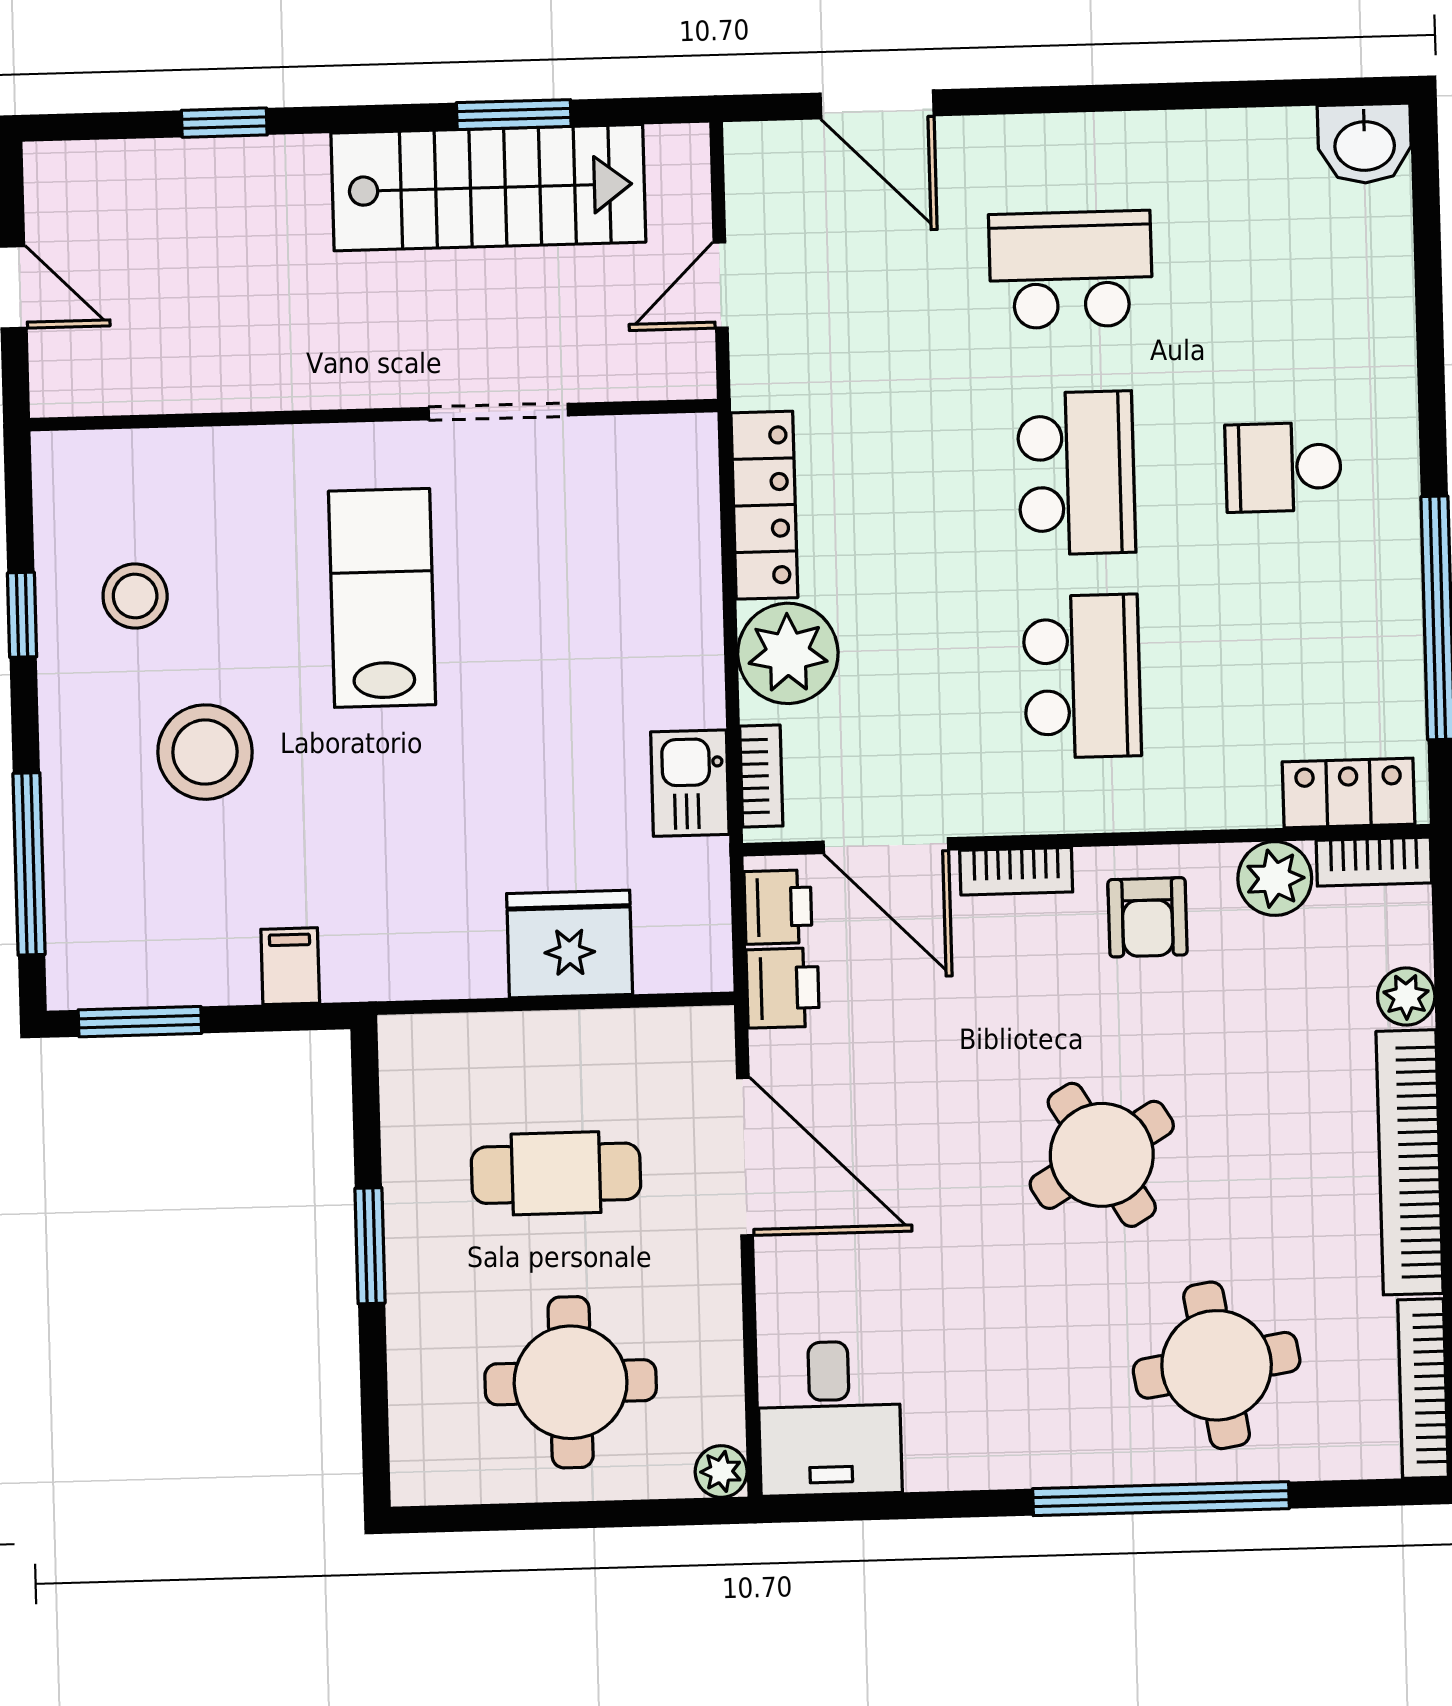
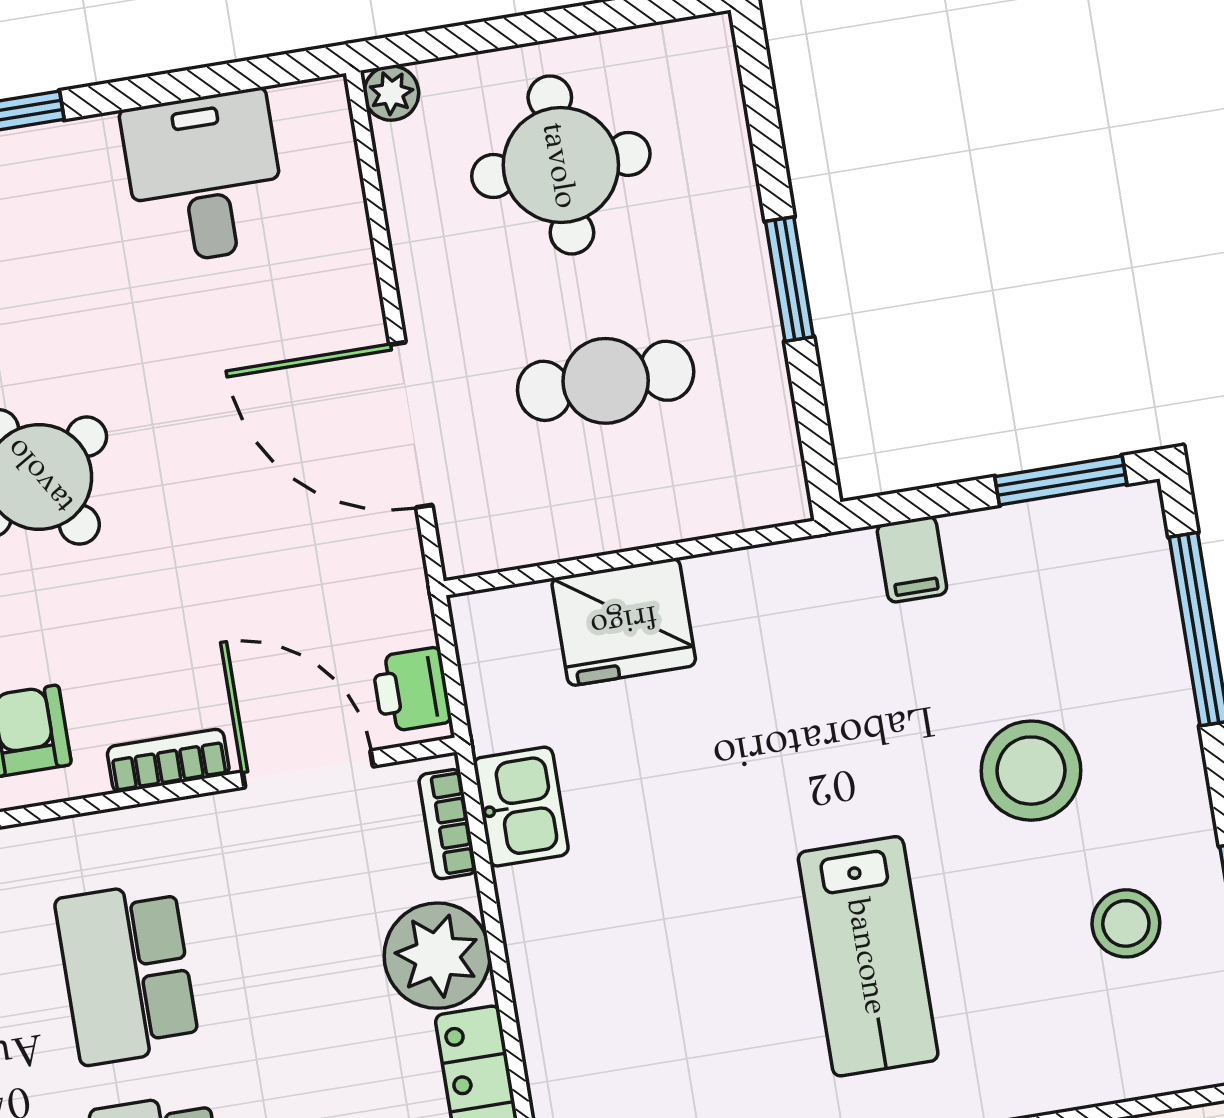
printer: (783, 988) -> (395, 606), removed
desk: (830, 1418) -> (204, 177), moved

